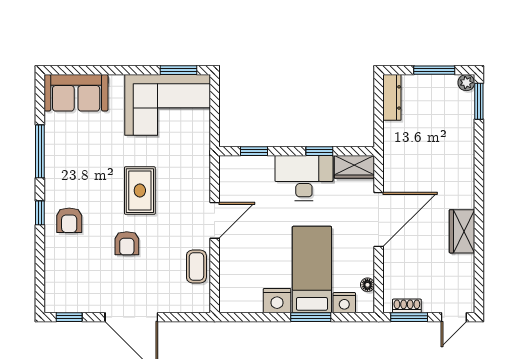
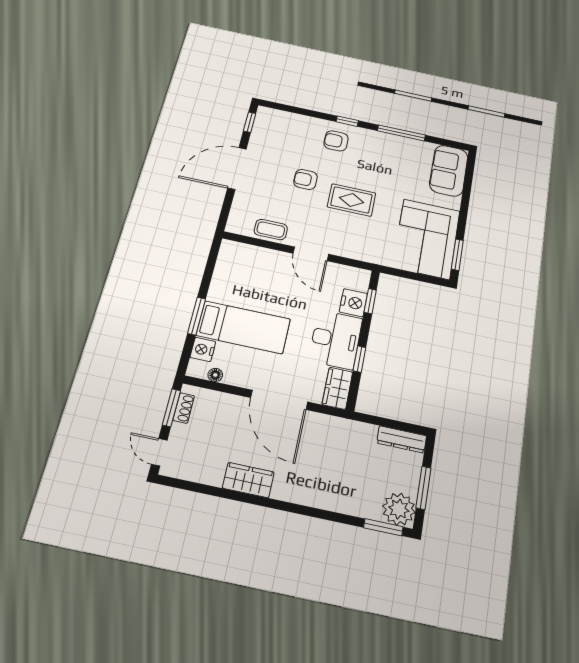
plant: (466, 83) -> (399, 509), width x1.87, depth x1.87
nightstand: (277, 301) -> (353, 303), moved, turned 180

